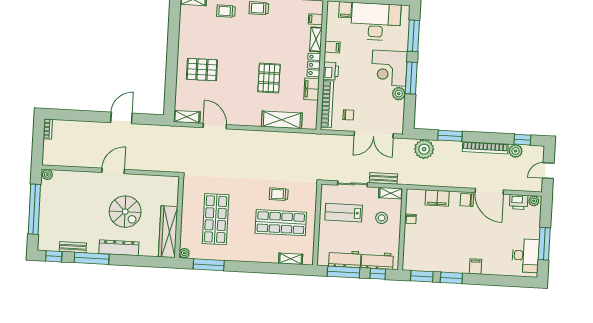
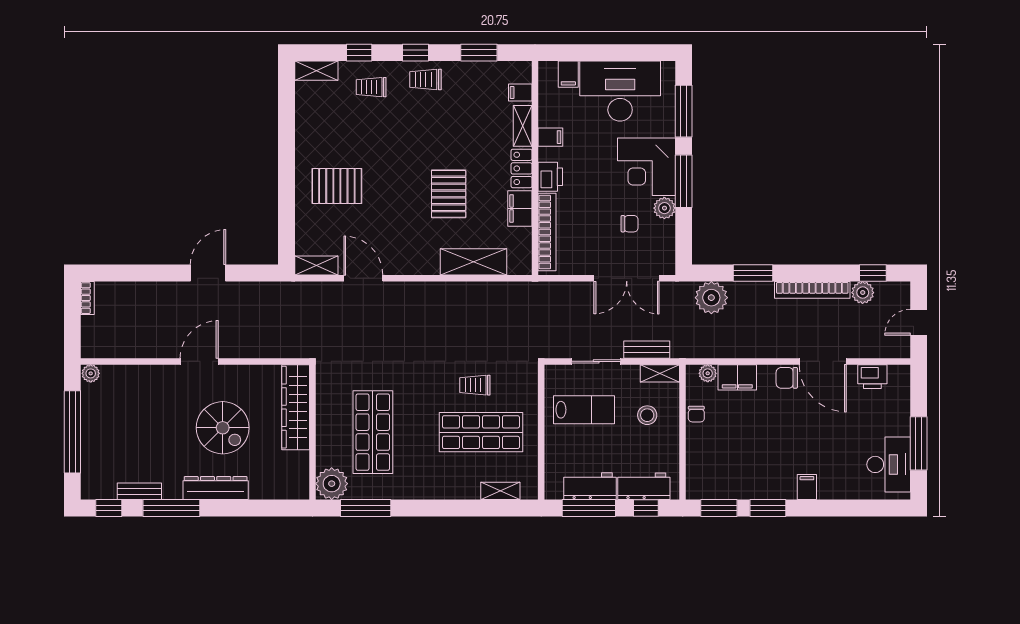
chair: (348, 115) -> (630, 224), moved
plant: (534, 201) -> (708, 373), moved
lab bench: (344, 213) -> (584, 410), turned 180
wardrobe: (168, 232) -> (296, 407), moved
plant: (184, 253) -> (332, 484), width x1.87, depth x1.87

